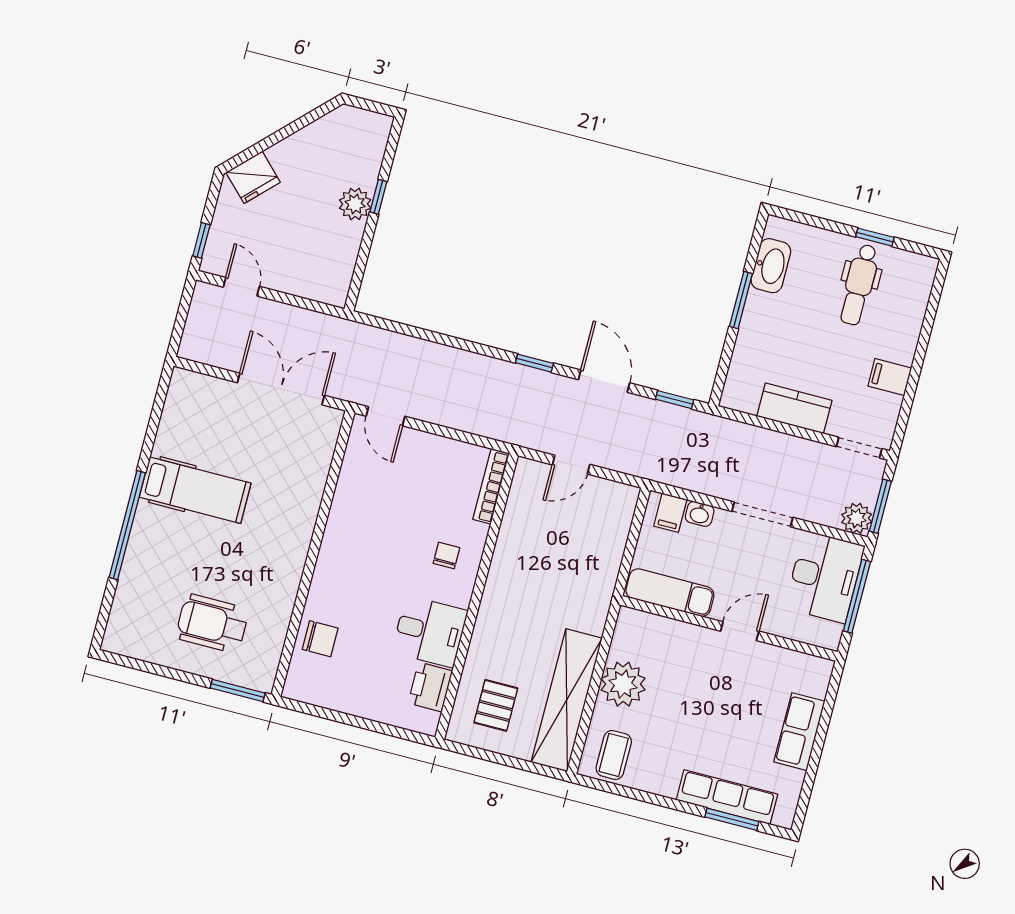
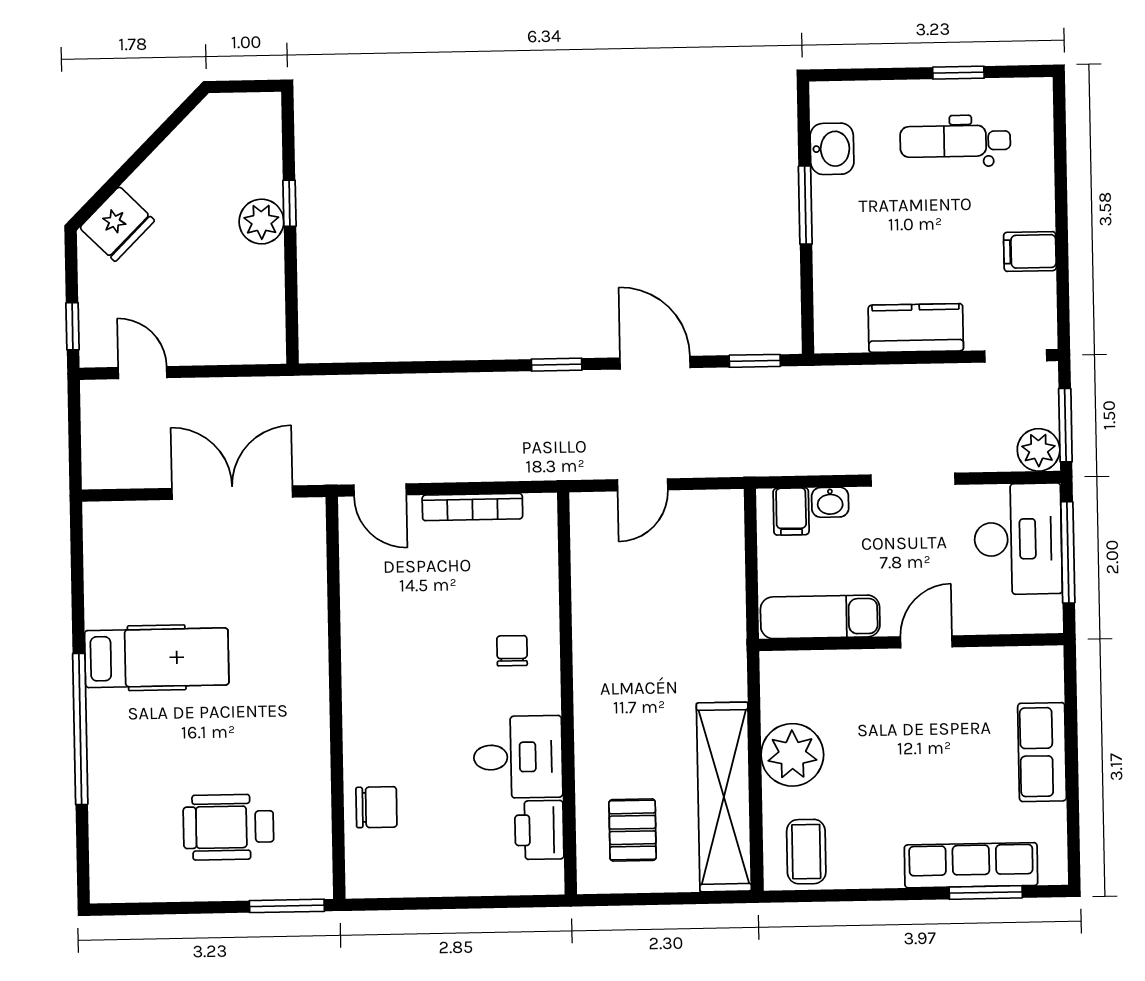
washbasin: (771, 266) -> (832, 149), width x0.72
dental chair: (859, 285) -> (955, 141), turned 90
bookcase: (491, 486) -> (472, 507), moved, turned -90

